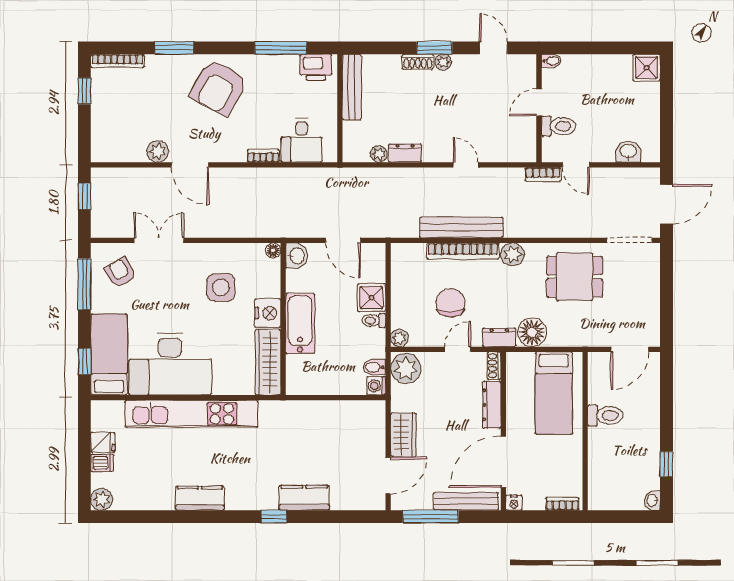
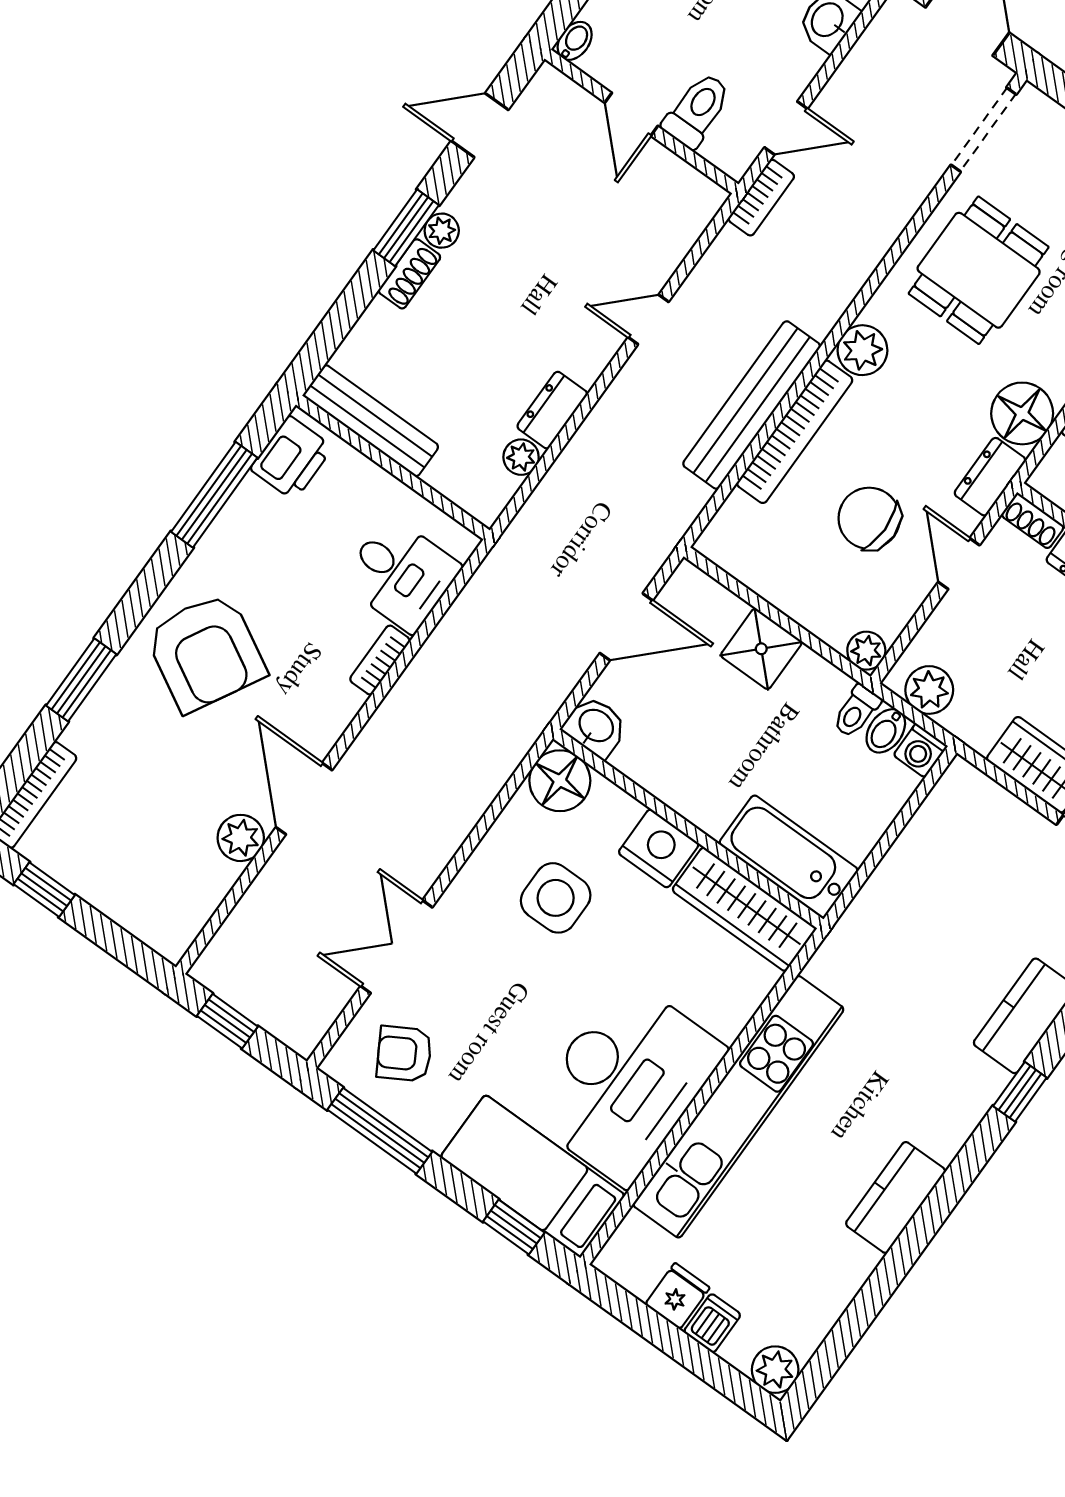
door: (190, 165) -> (304, 799), swing flipped
floor lamp: (273, 250) -> (560, 781), width x1.89, depth x1.89
toilet: (374, 320) -> (856, 711), moved
bathtub: (300, 324) -> (789, 857), moved
plant: (406, 368) -> (929, 690), width x0.73, depth x0.73

